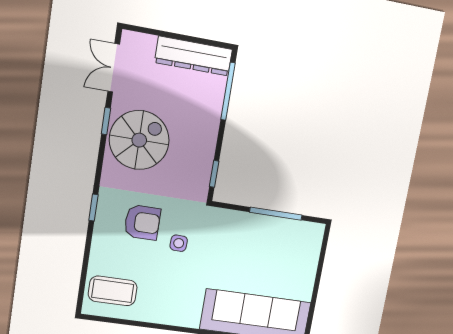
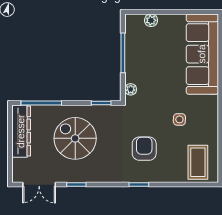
spiral stairs: (139, 140) -> (75, 138), moved
plant: (226, 216) -> (131, 89), added
side table: (179, 243) -> (179, 119), moved
plant: (311, 257) -> (151, 20), added

